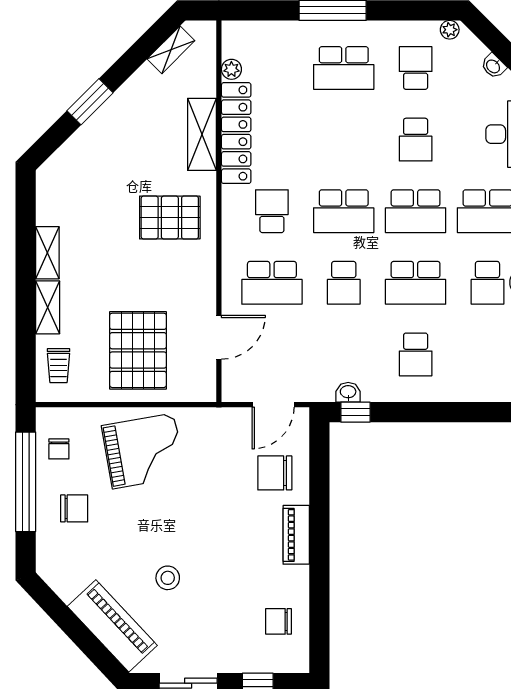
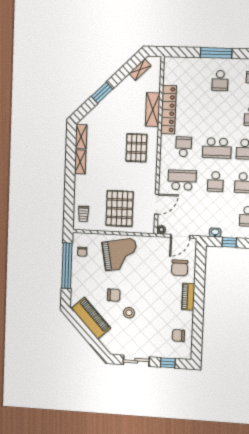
school desk: (344, 68) -> (220, 80), width x0.54
plant: (231, 69) -> (161, 230), moved
pallet: (170, 217) -> (136, 148), turned 90
school desk: (272, 283) -> (182, 180), turned 180
shelving: (48, 307) -> (81, 137), moved
window: (355, 412) -> (229, 242), moved
chair: (275, 473) -> (180, 268), turned -90
chair: (74, 508) -> (114, 295), moved
piano: (112, 626) -> (91, 318), moved

